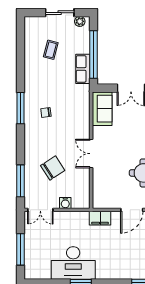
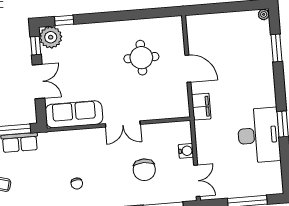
sofa: (102, 109) -> (74, 114), width x1.36
chair: (53, 168) -> (144, 170), turned -147

